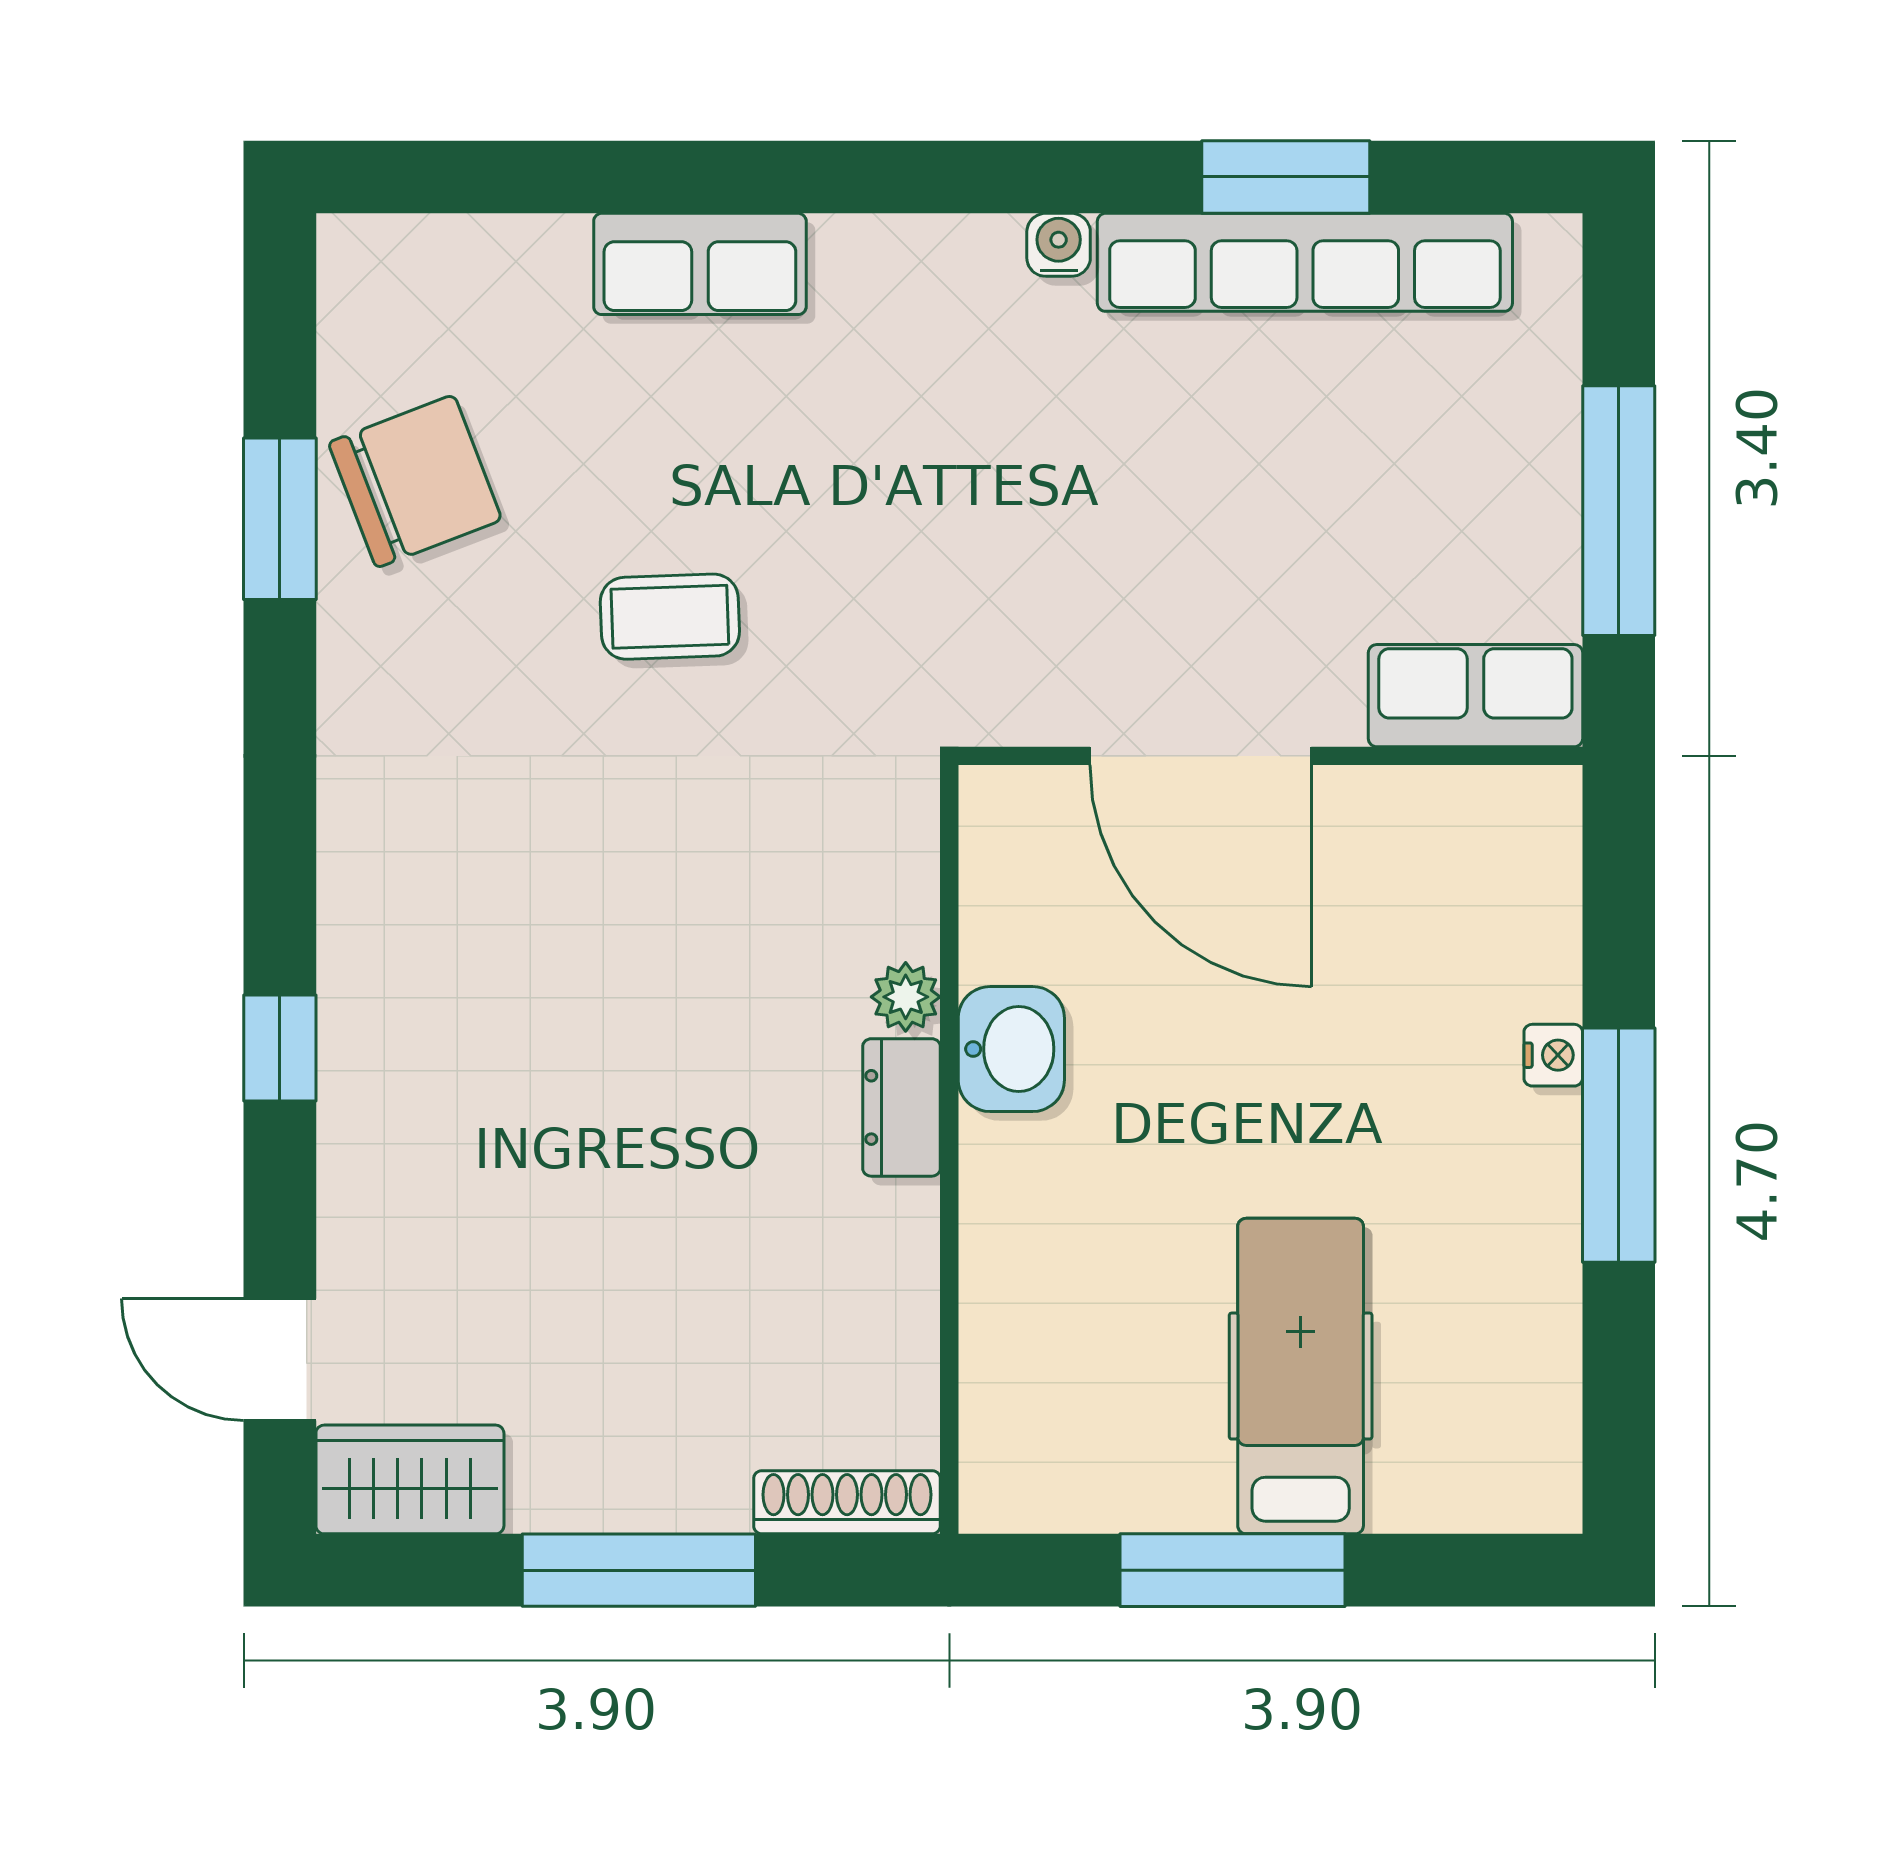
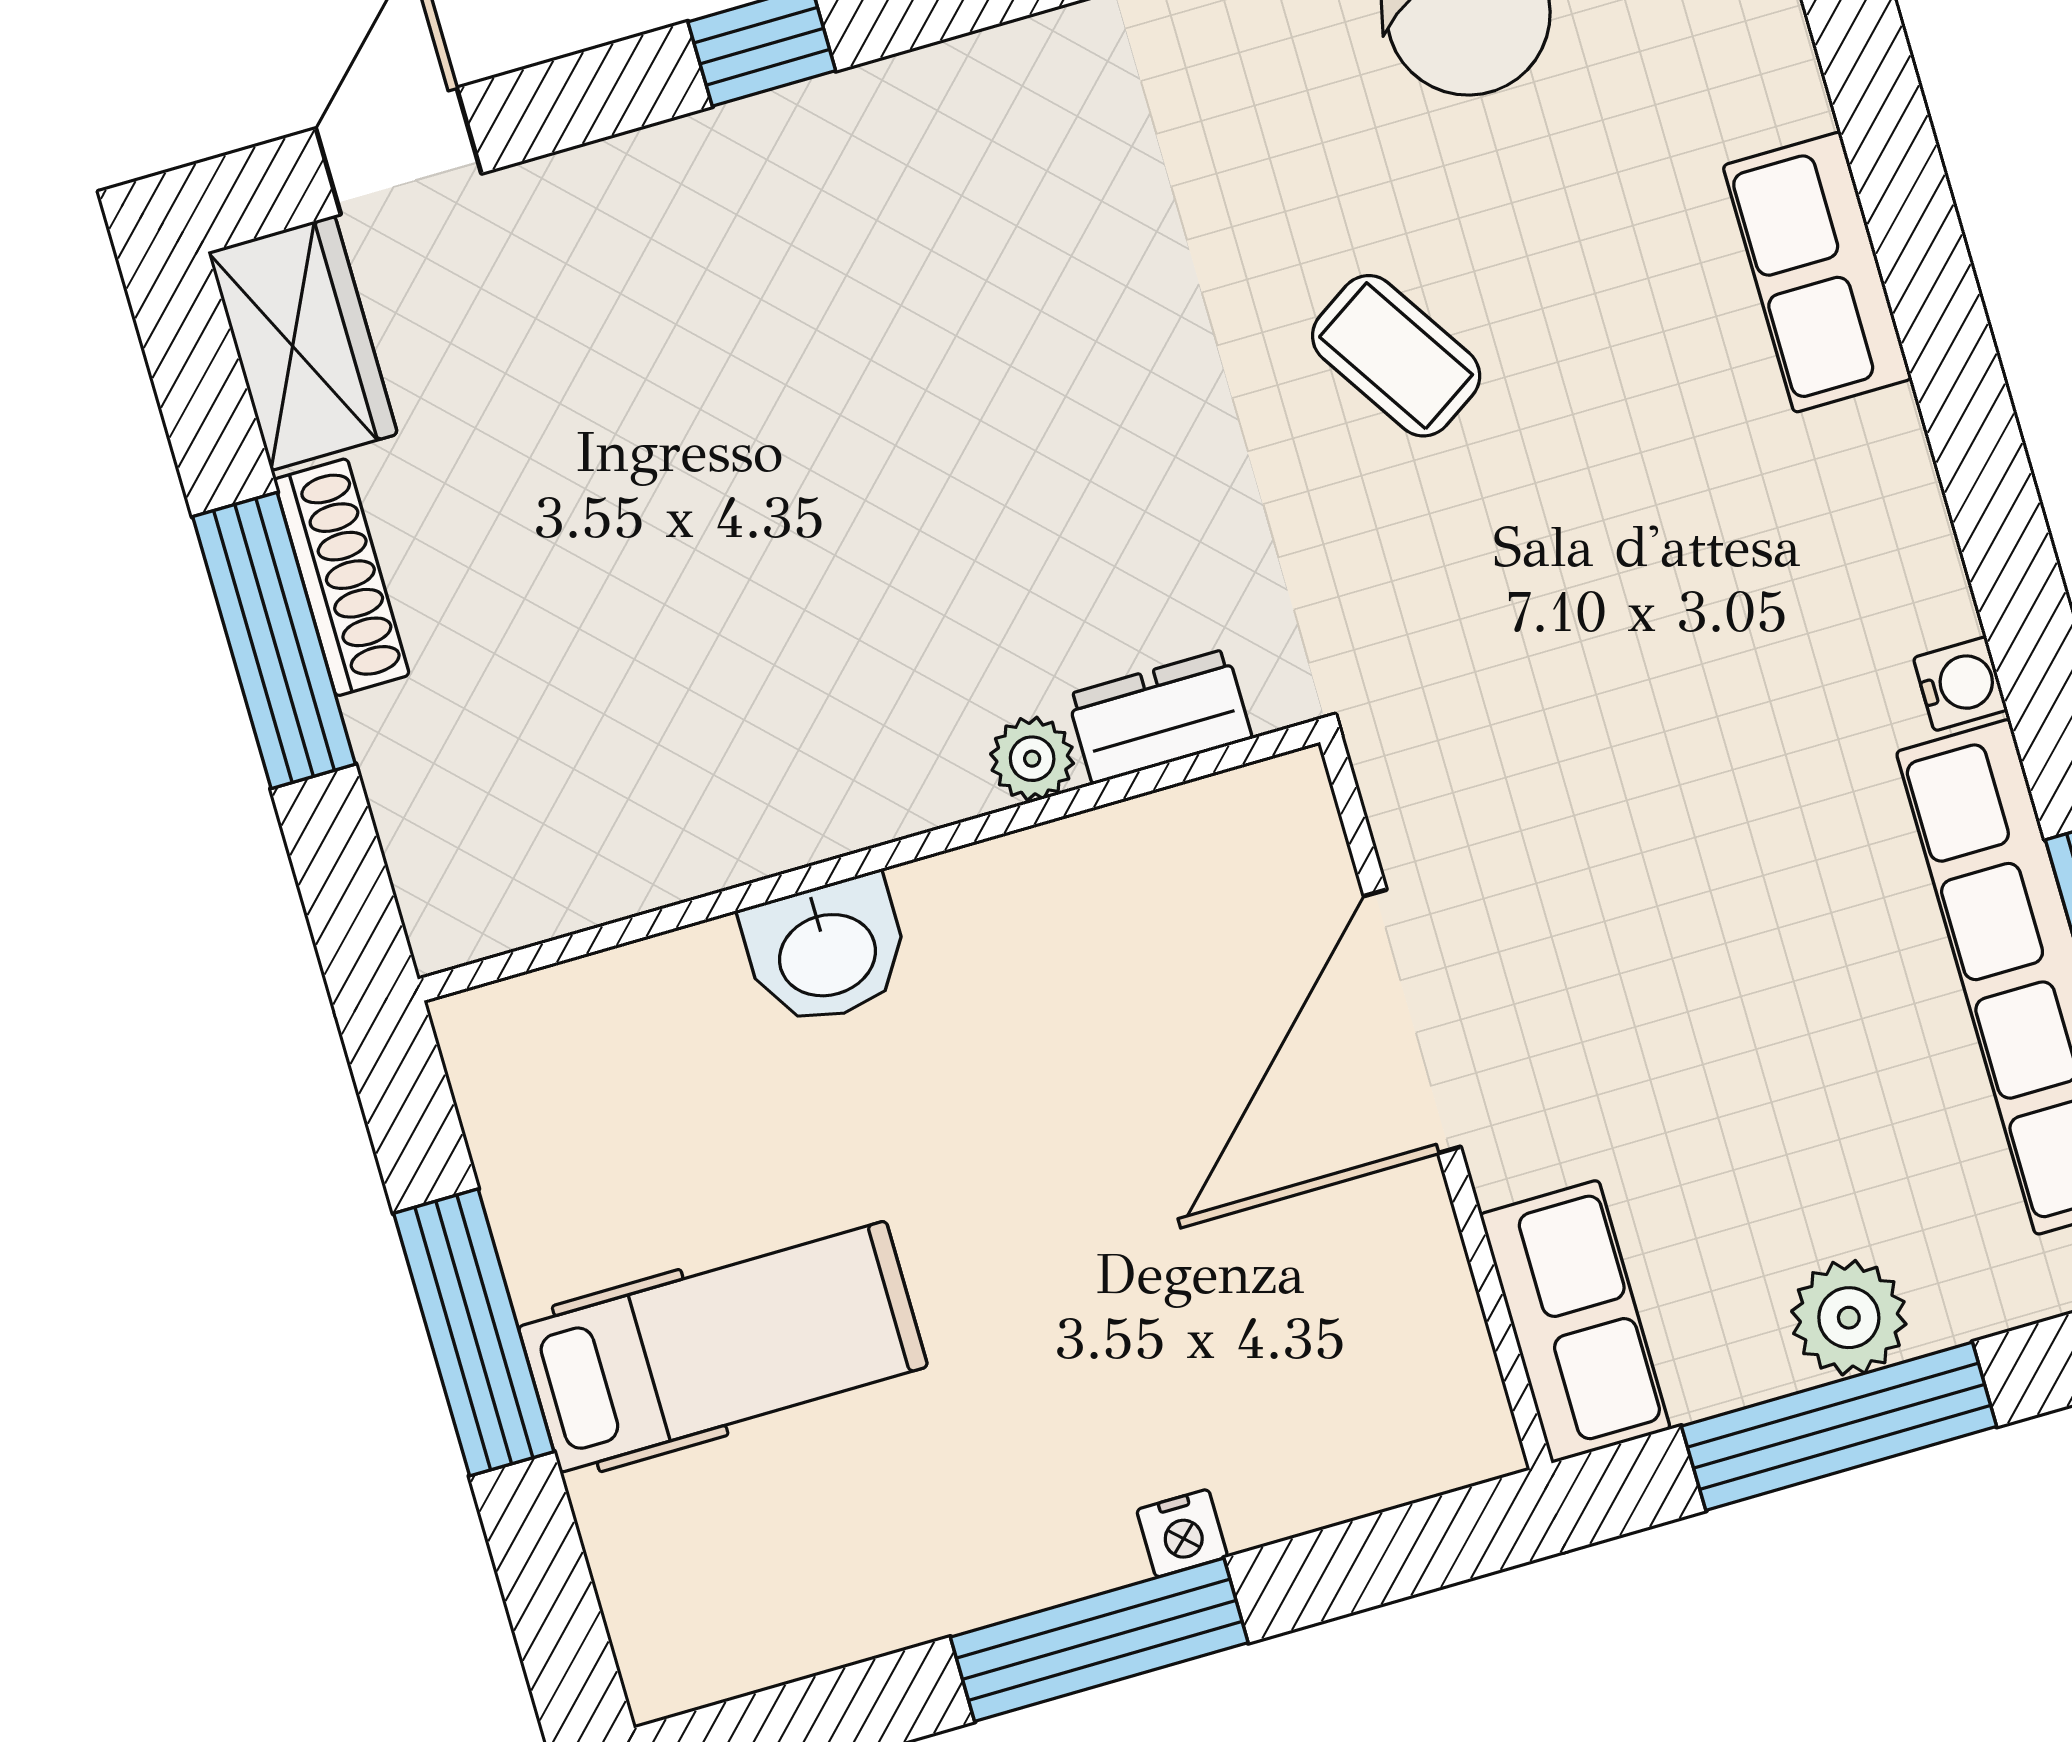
plant: (1535, 478) -> (1849, 1318), added
coffee table: (670, 617) -> (1396, 356), turned -31
washbasin: (1011, 1049) -> (826, 951), moved
dresser: (902, 1107) -> (1160, 717), moved
shoe rack: (847, 1502) -> (342, 577), moved

